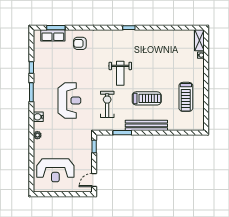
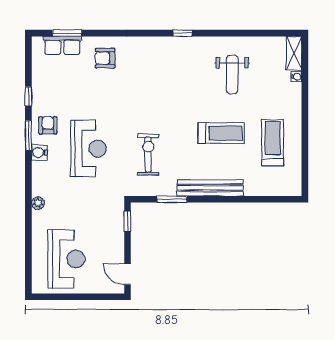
weight bench: (120, 73) -> (232, 74), moved
armchair: (44, 86) -> (48, 125), added
treadmill: (186, 97) -> (273, 143), turned 180
treadmill: (147, 98) -> (221, 133), moved
water cooler: (38, 117) -> (39, 152), moved
reception desk: (55, 170) -> (66, 259), turned -90
door: (94, 180) -> (127, 274), hinge flipped

